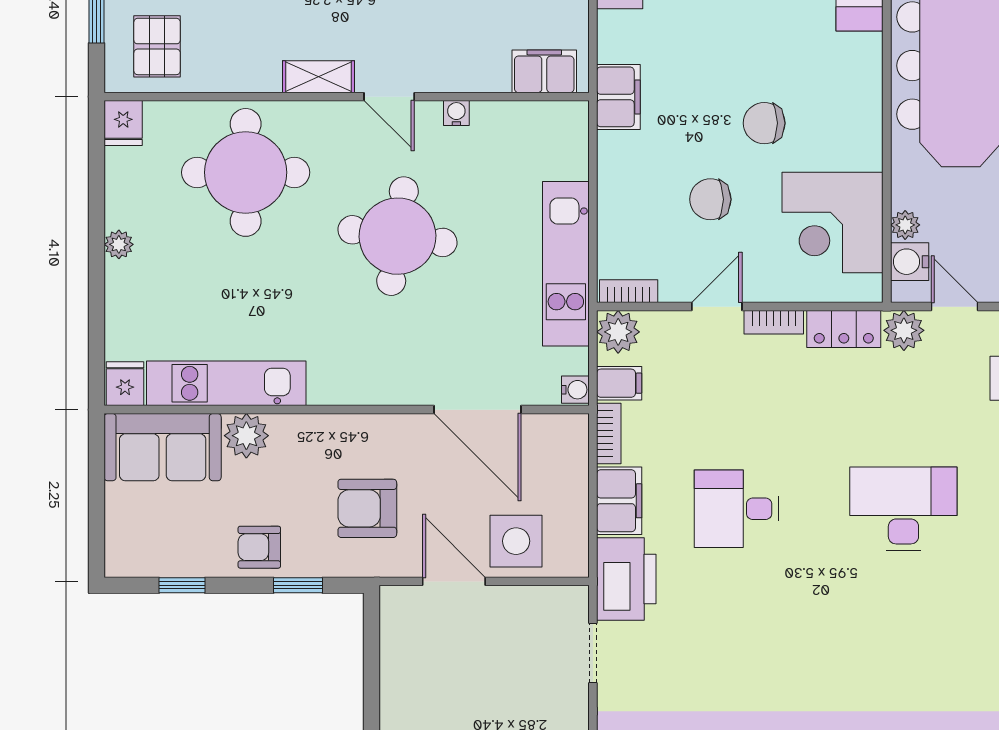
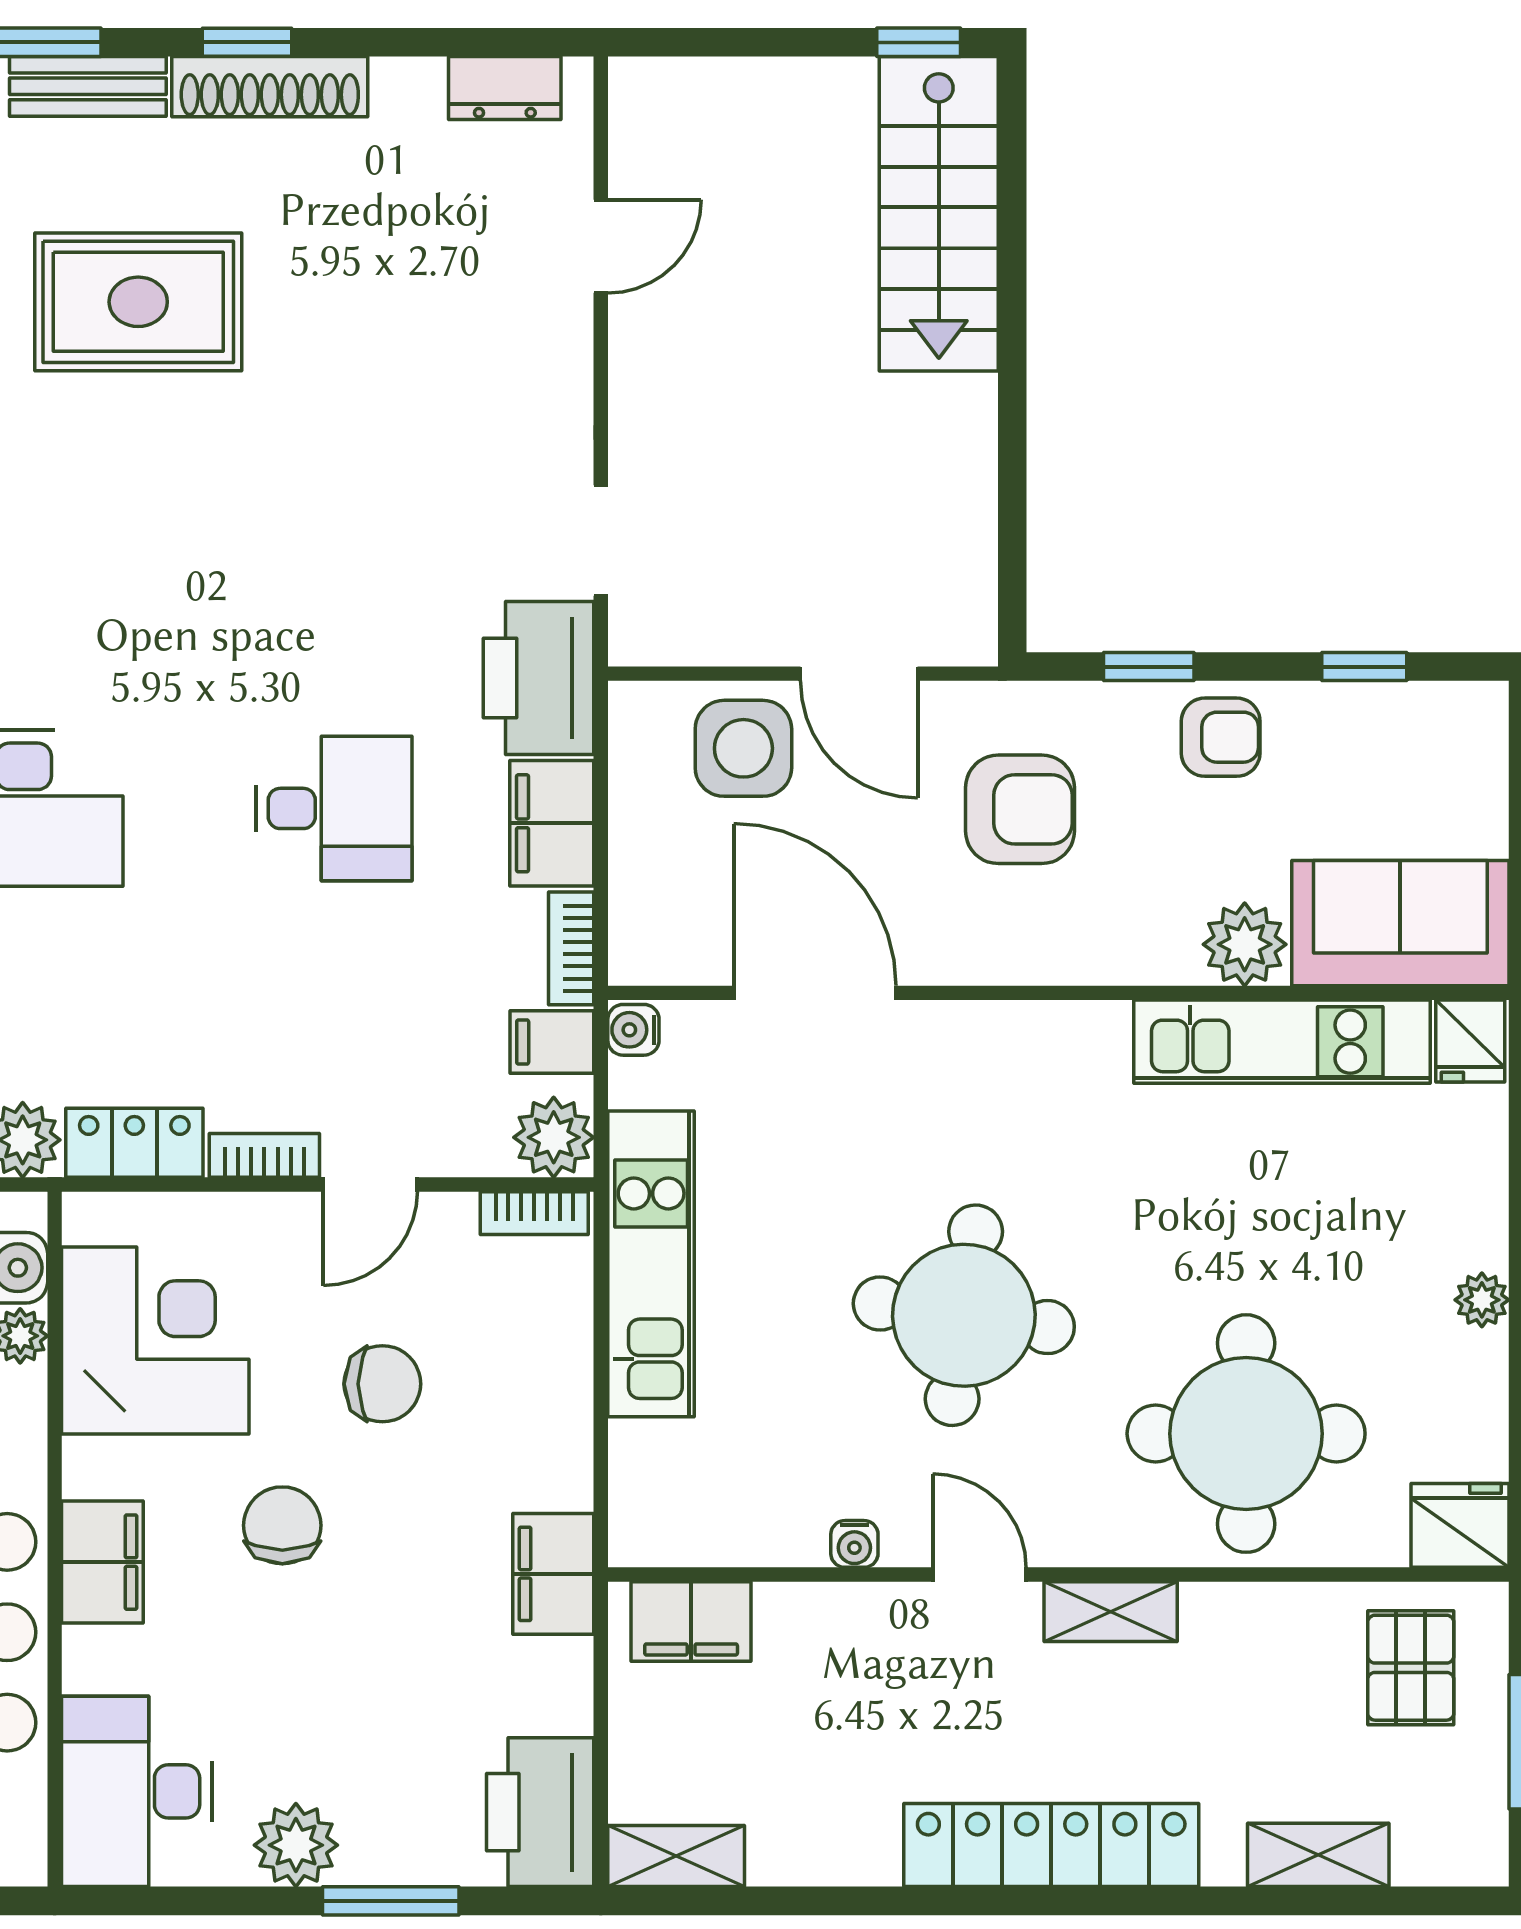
filing cabinet: (861, 103) -> (102, 1562), added
fridge: (123, 123) -> (1460, 1525), width x1.38
chair: (764, 123) -> (282, 1525), turned -90

